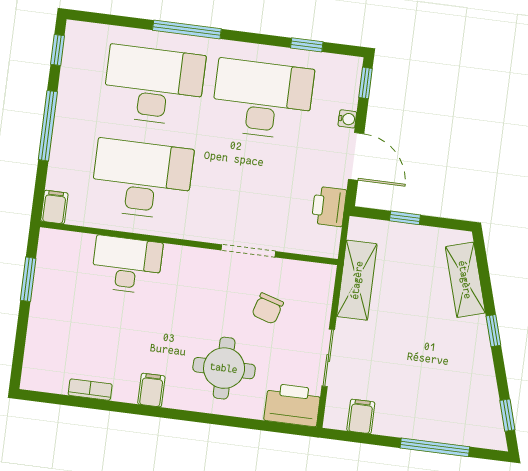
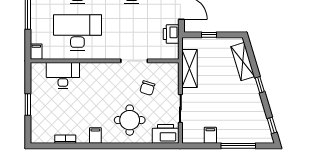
desk: (127, 265) -> (63, 75), moved
window: (28, 279) -> (28, 105), moved
filing cabinet: (361, 416) -> (210, 135), moved

